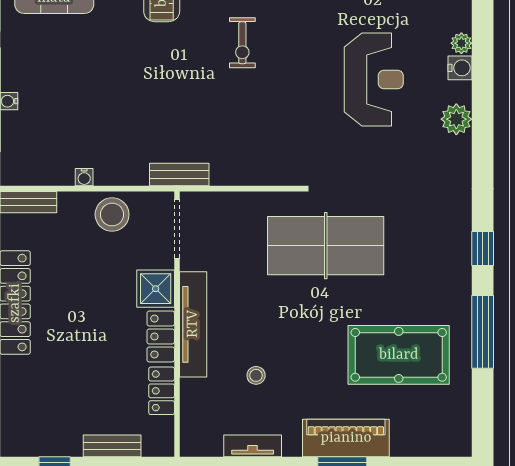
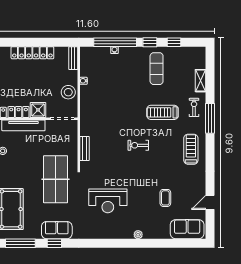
water cooler: (460, 68) -> (128, 234), removed
reception desk: (374, 80) -> (108, 201), moved
plant: (456, 119) -> (107, 233), removed
bench: (179, 175) -> (85, 148), moved
sofa: (450, 243) -> (57, 230), added

